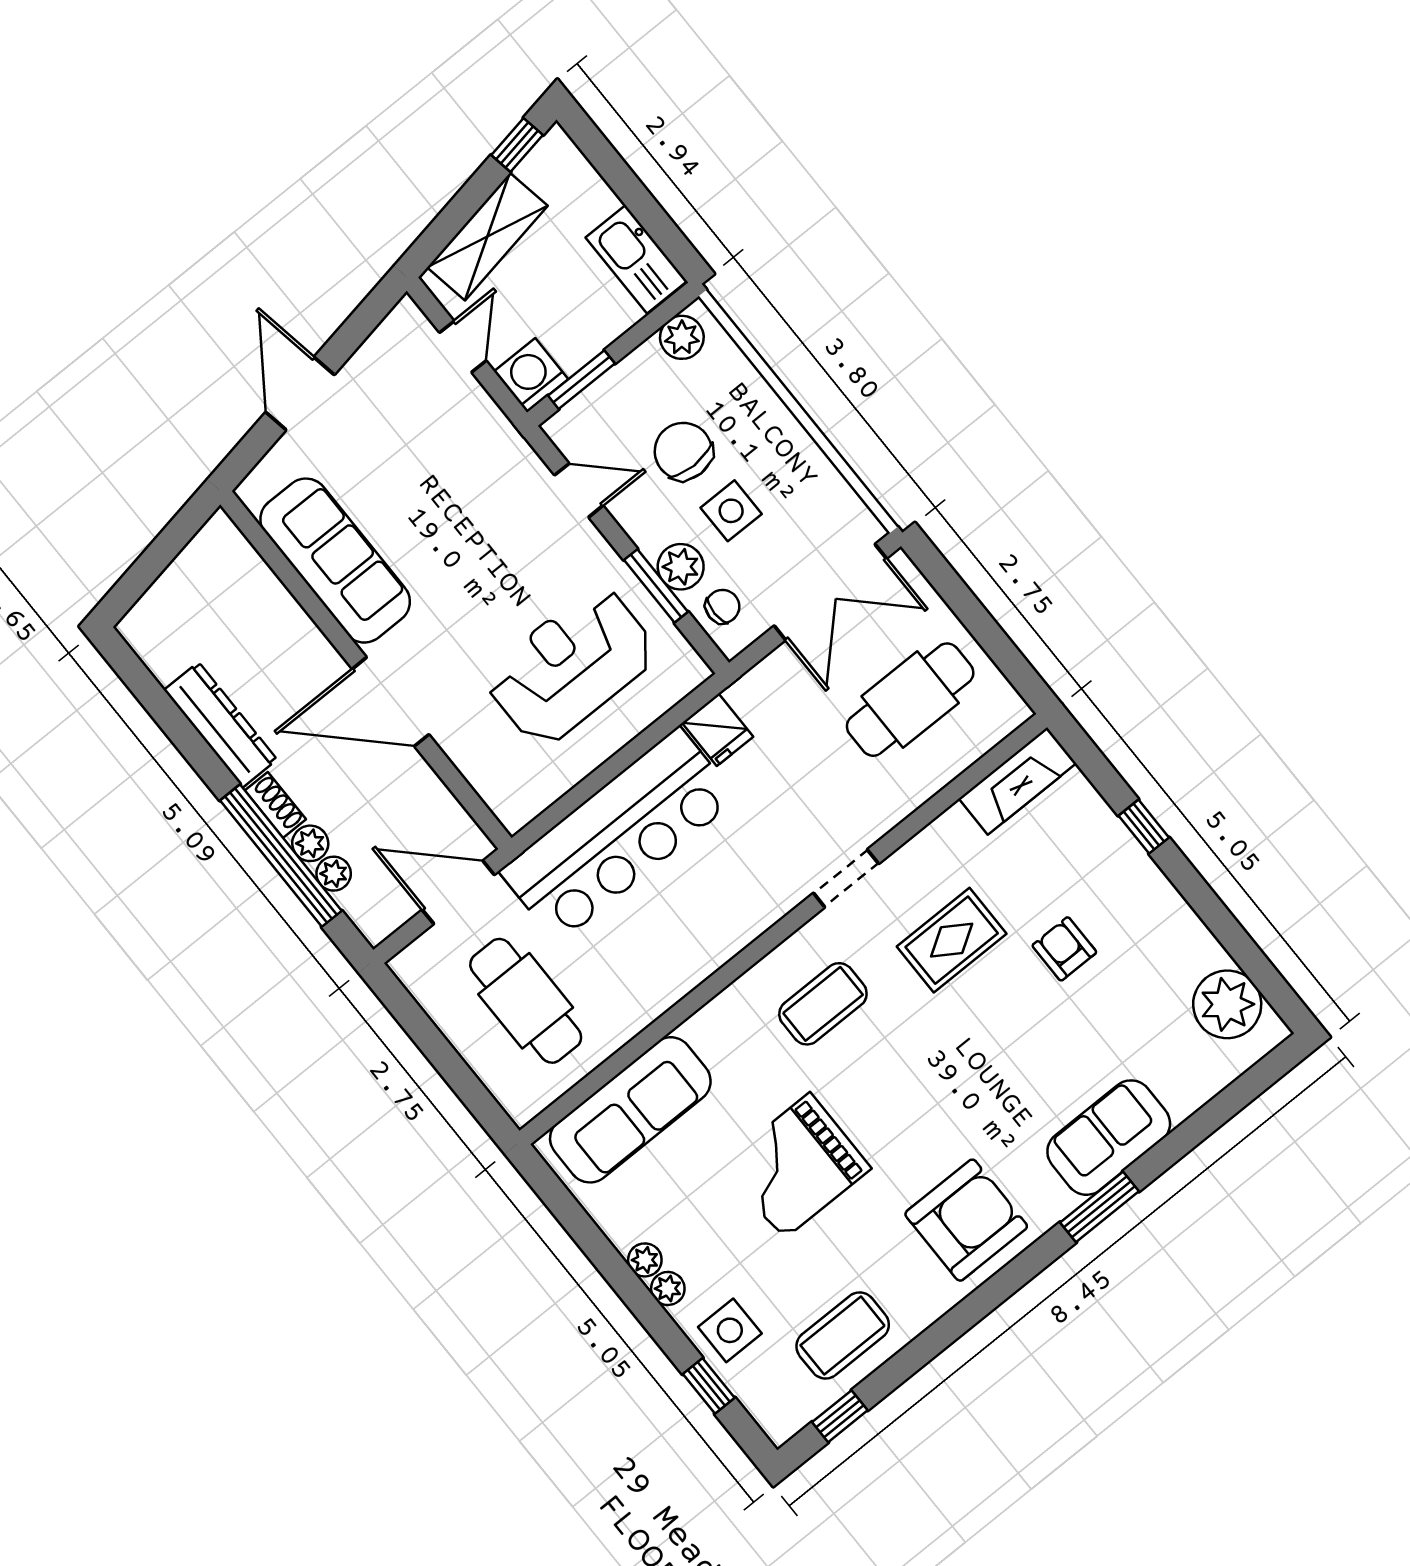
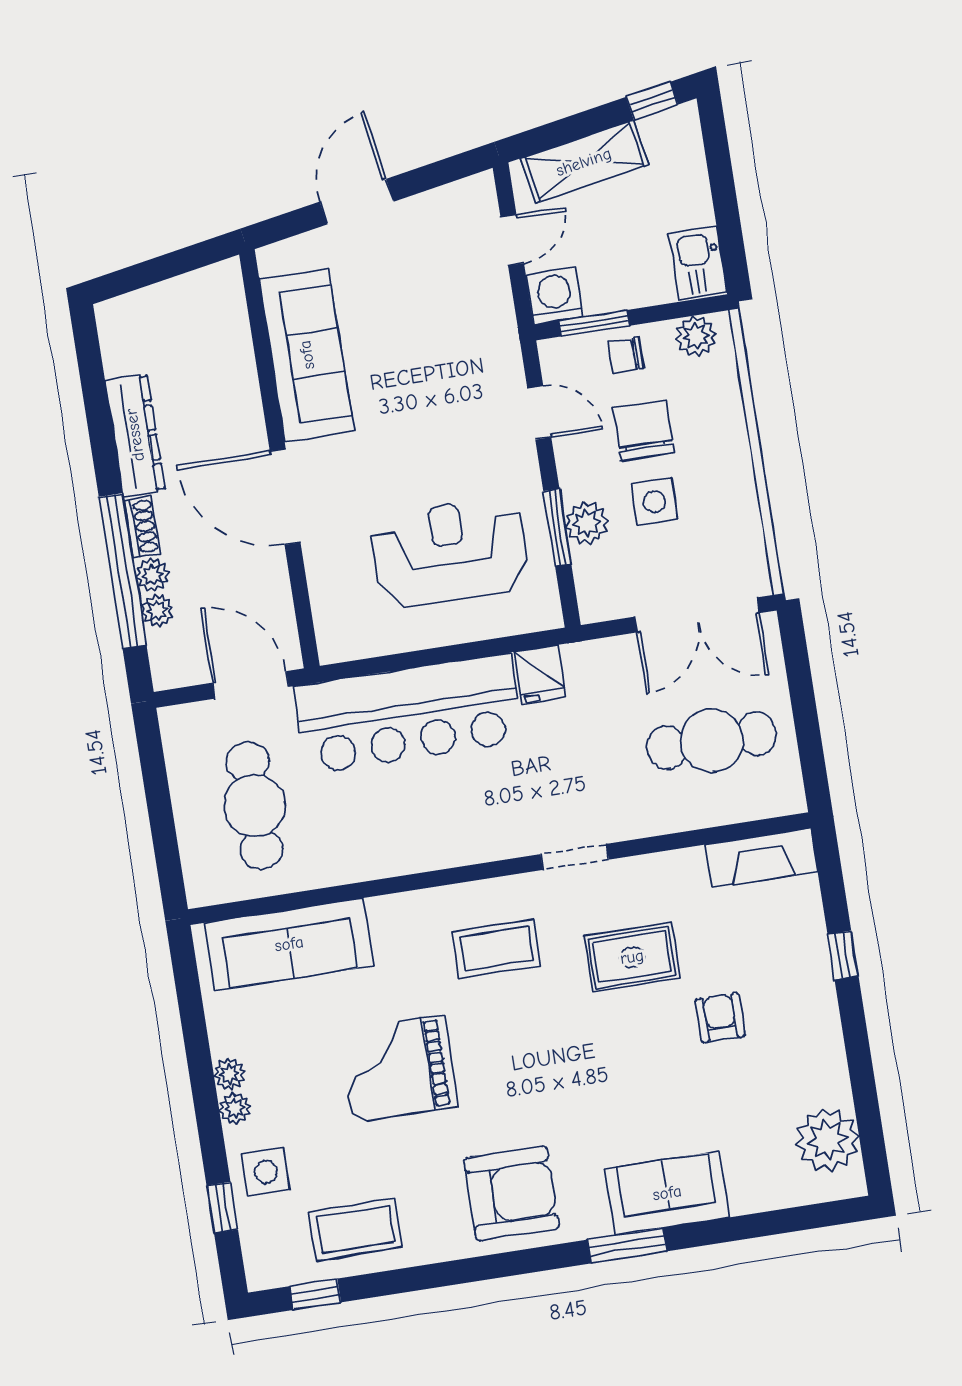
kitchen sink: (636, 259) -> (698, 263), width x0.73
chair: (723, 607) -> (626, 355), moved, turned 180

